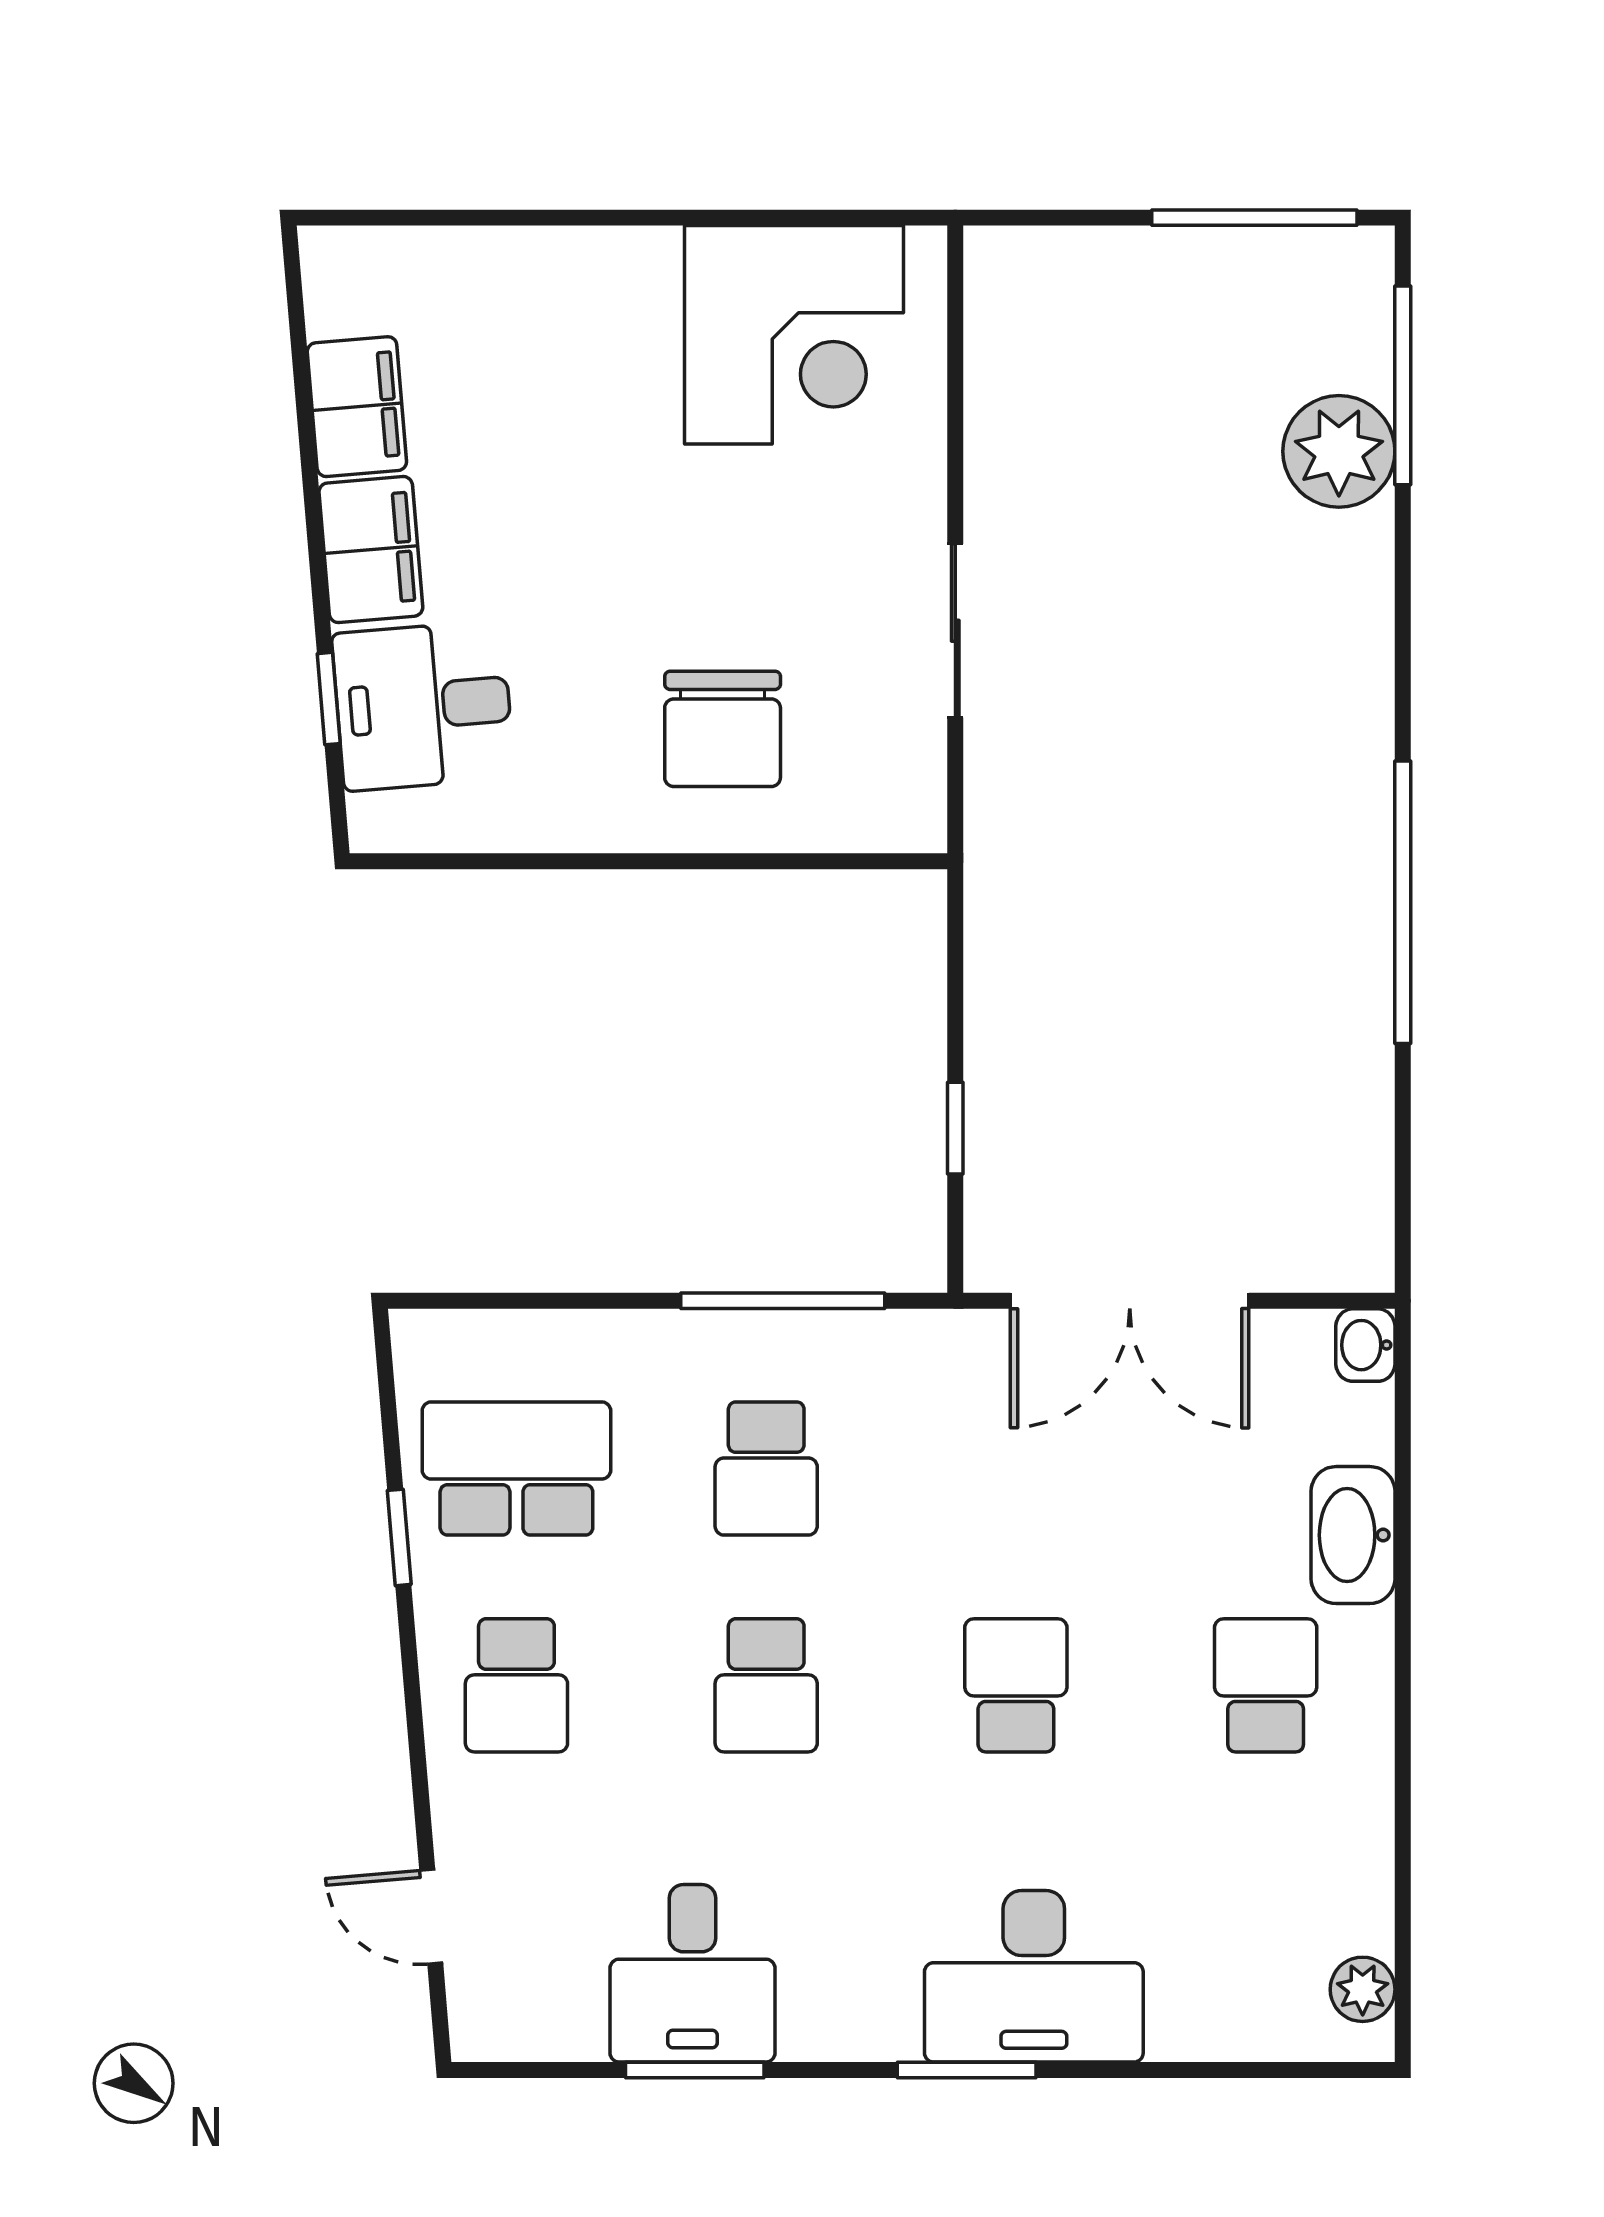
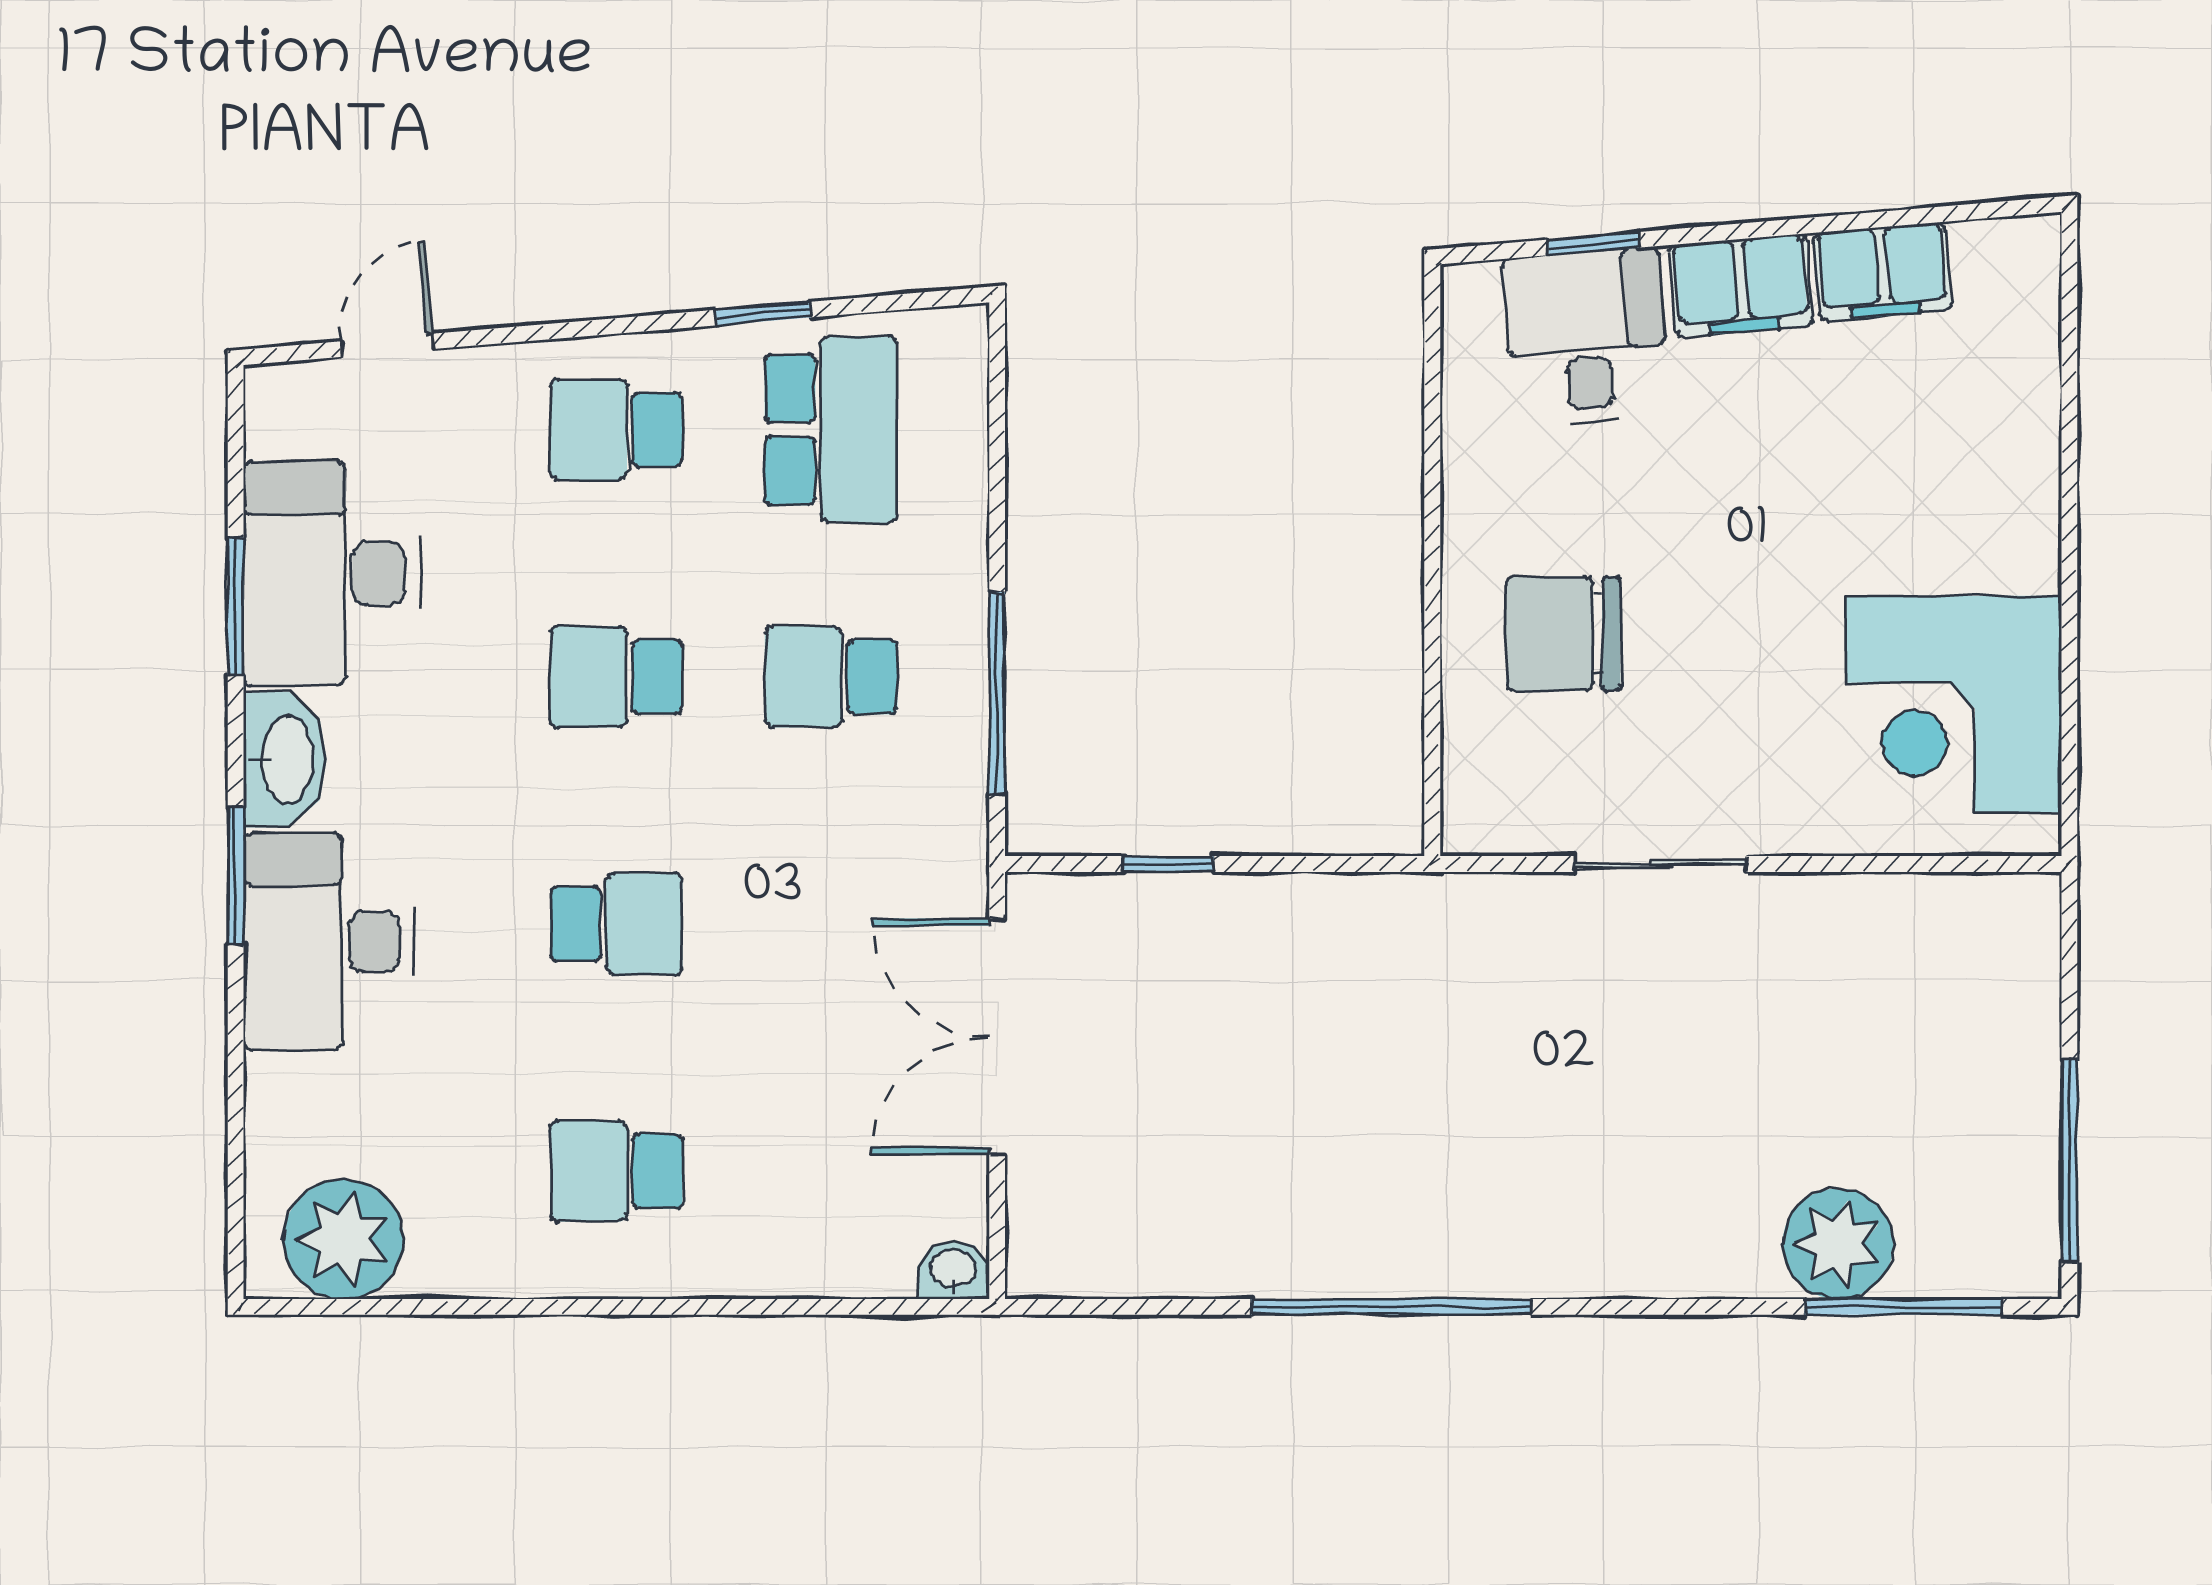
washbasin: (1353, 1535) -> (285, 760), moved, turned 90
school desk: (1266, 1685) -> (616, 1171), turned 180
desk: (693, 1973) -> (331, 573), width x1.37
plant: (1363, 1989) -> (343, 1239), width x1.88, depth x1.88

